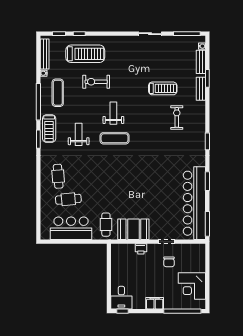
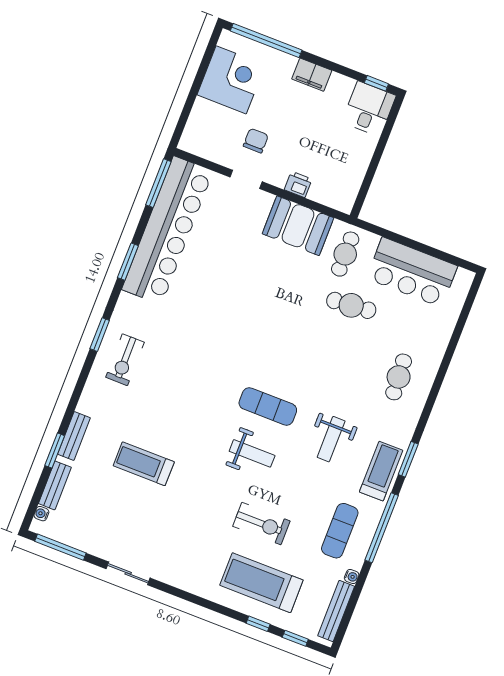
weight bench: (113, 113) -> (252, 453), turned -90
exercise bike: (177, 117) -> (125, 360), moved
cafe table: (68, 199) -> (351, 305), moved

